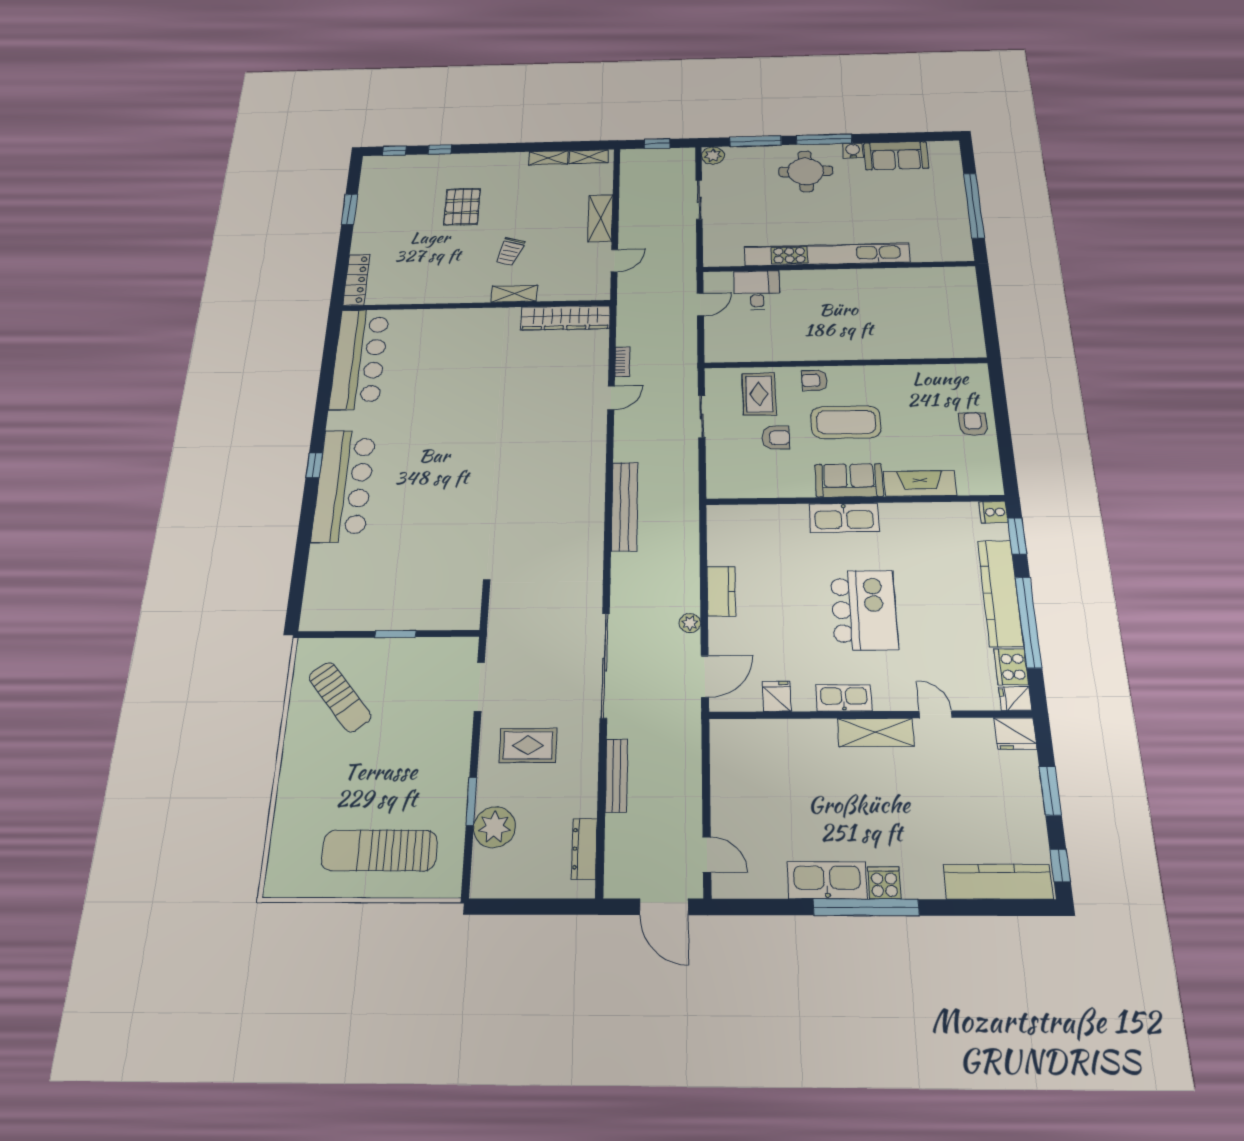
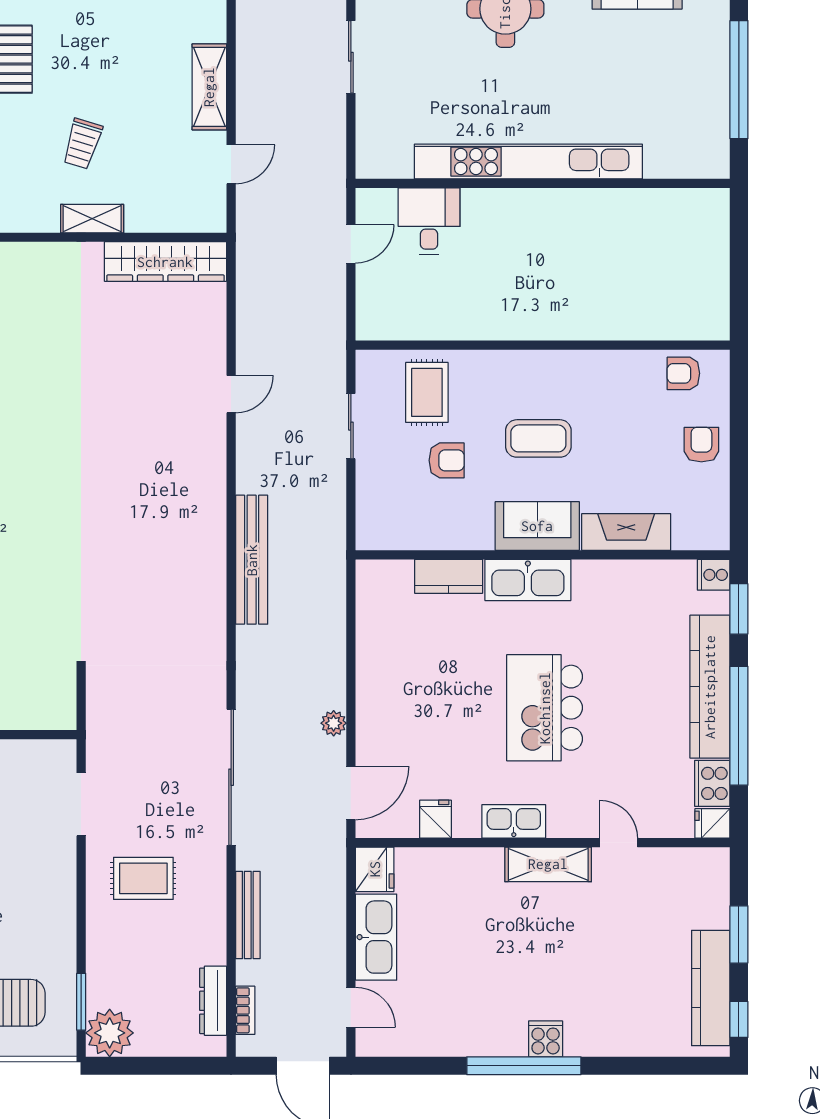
bookcase: (622, 362) -> (245, 1010), moved
armchair: (814, 380) -> (683, 373), moved
coffee table: (846, 422) -> (538, 438), width x0.73, depth x0.76
kitchen counter: (721, 591) -> (449, 576), moved, turned 90
kitchen island: (864, 610) -> (545, 708), turned 180
fridge: (1015, 733) -> (375, 869), moved, turned -90
window: (471, 801) -> (81, 1002), moved
plant: (494, 827) -> (110, 1033), moved
kitchen sink: (827, 880) -> (376, 937), moved, turned 90
kitchen counter: (998, 882) -> (711, 988), moved, turned -90

